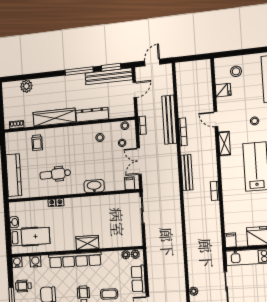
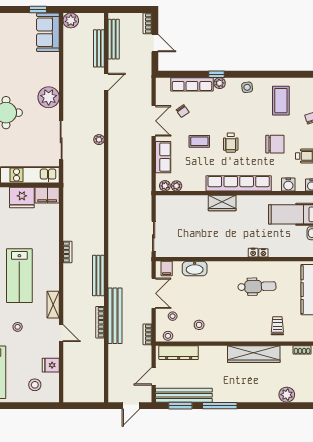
dresser: (92, 115) -> (179, 353), moved
bench: (169, 120) -> (115, 316), moved
washbasin: (94, 186) -> (195, 269), moved
filing cabinet: (230, 240) -> (47, 195), width x2.00

